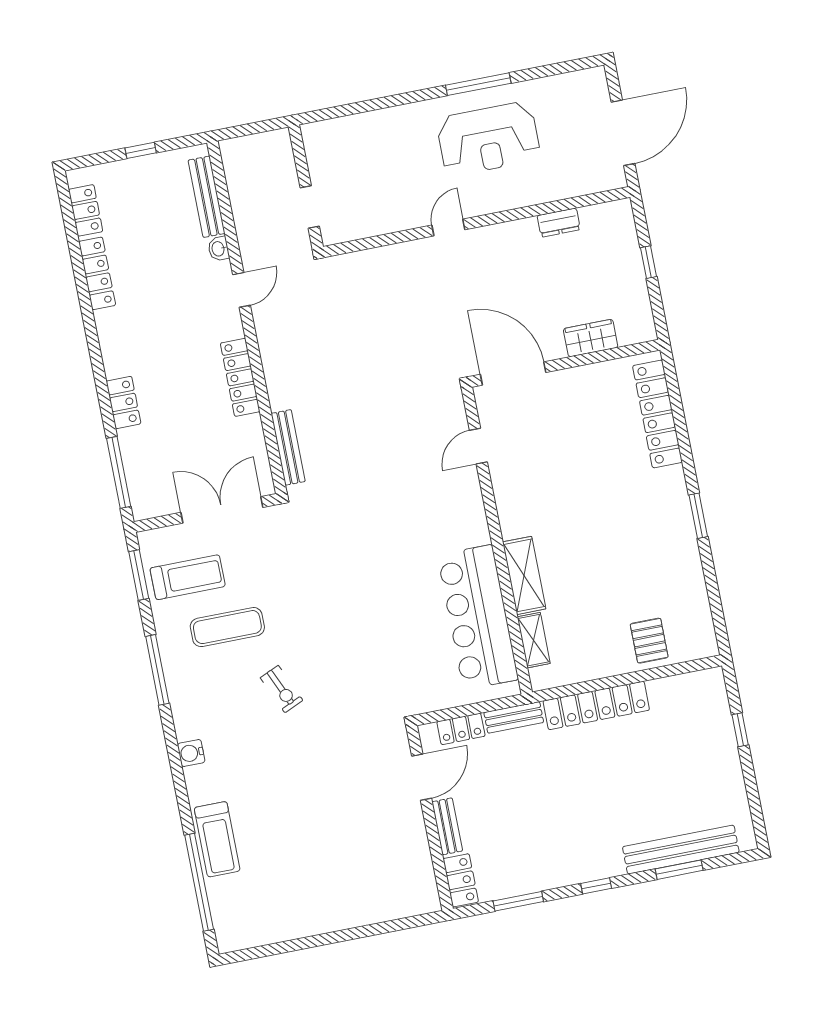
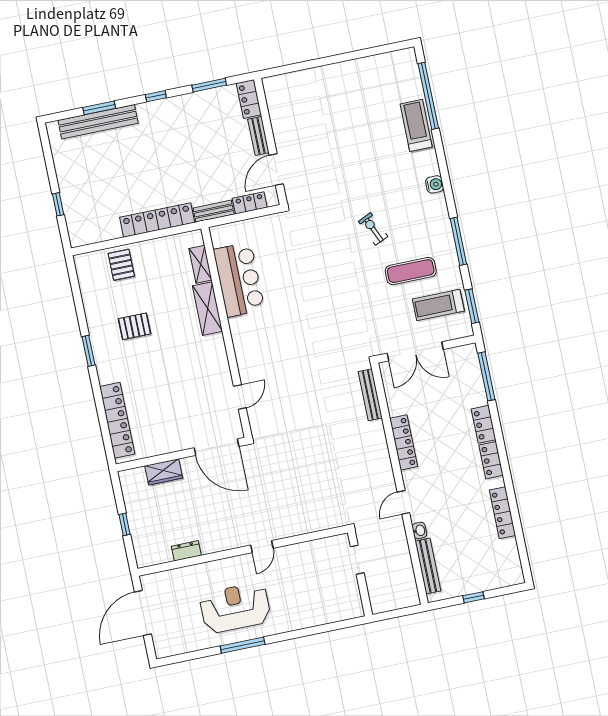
locker: (86, 210) -> (491, 460), moved
pallet: (631, 551) -> (134, 326), added
bar counter: (478, 617) -> (239, 280), width x0.73

